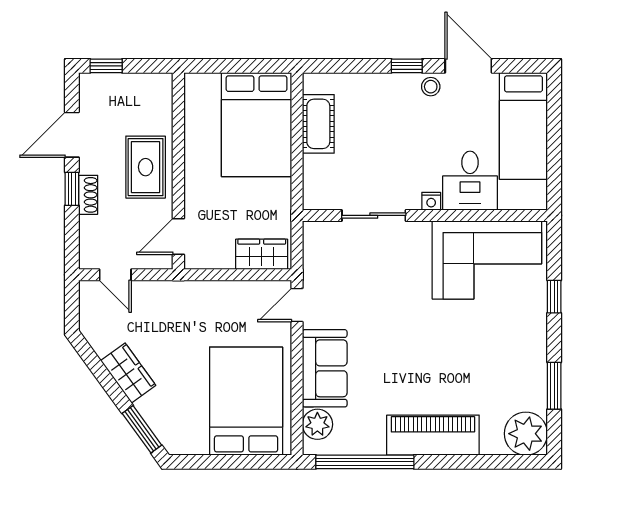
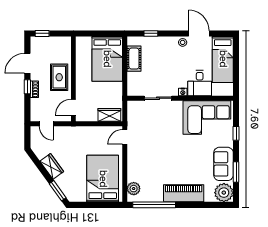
window: (407, 66) -> (151, 33), moved
sofa: (325, 368) -> (223, 164), moved, turned 180

